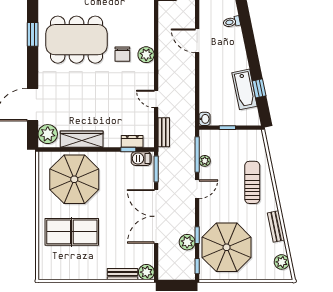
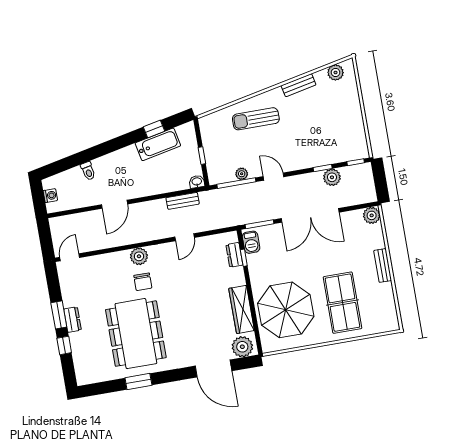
chair: (122, 54) -> (143, 282), turned 90
bench: (164, 132) -> (183, 201), moved
parasol: (227, 247) -> (330, 134), removed
bench: (122, 274) -> (383, 265), moved

